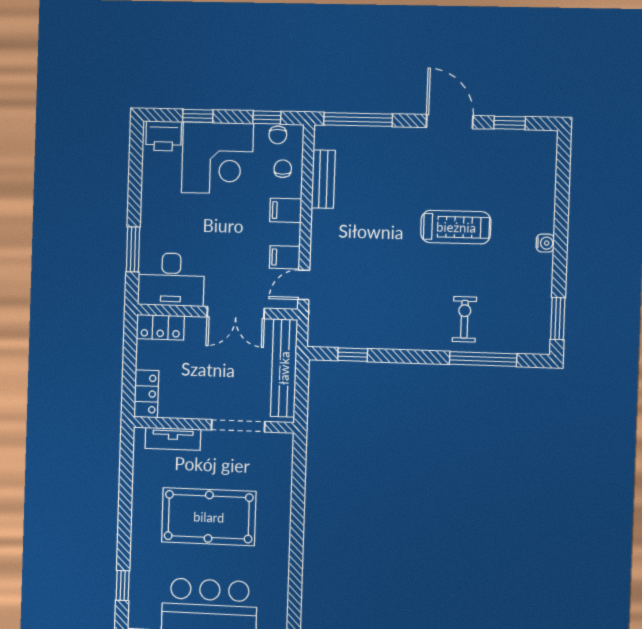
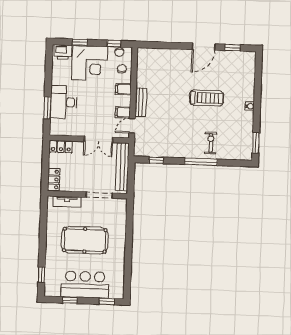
window: (358, 119) -> (159, 45), removed
door: (450, 122) -> (204, 47), swing flipped
bench: (323, 179) -> (141, 102), moved
desk: (171, 280) -> (63, 102), moved, turned 90
window: (483, 359) -> (201, 162), moved

